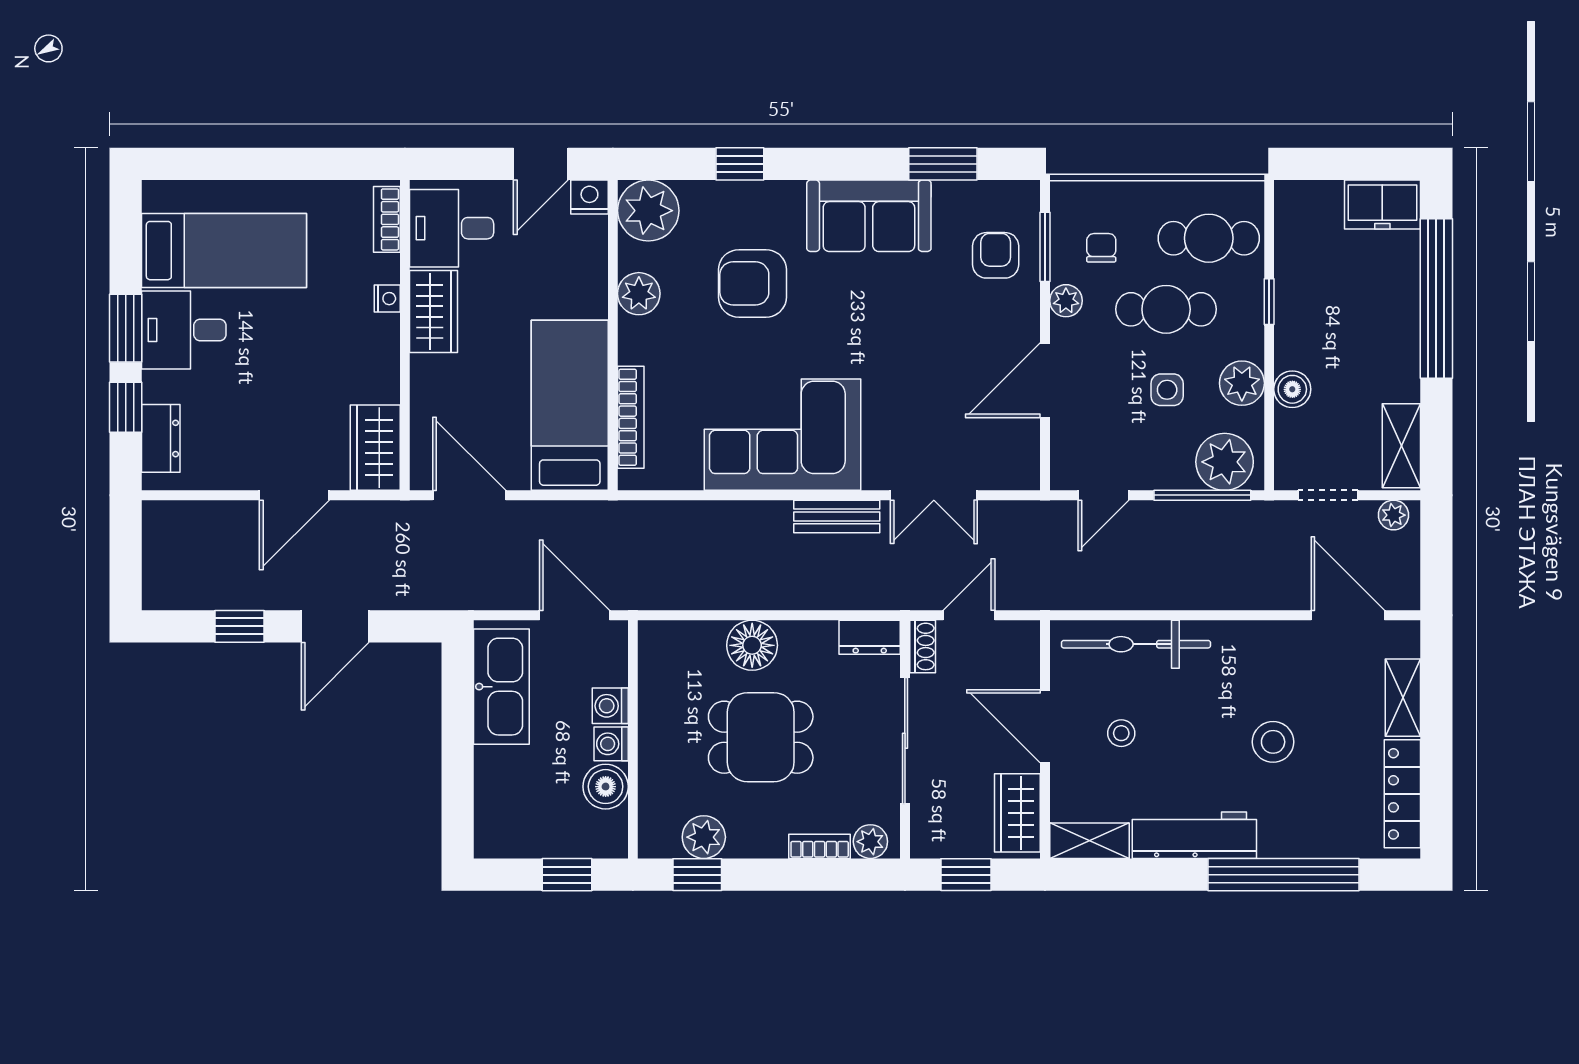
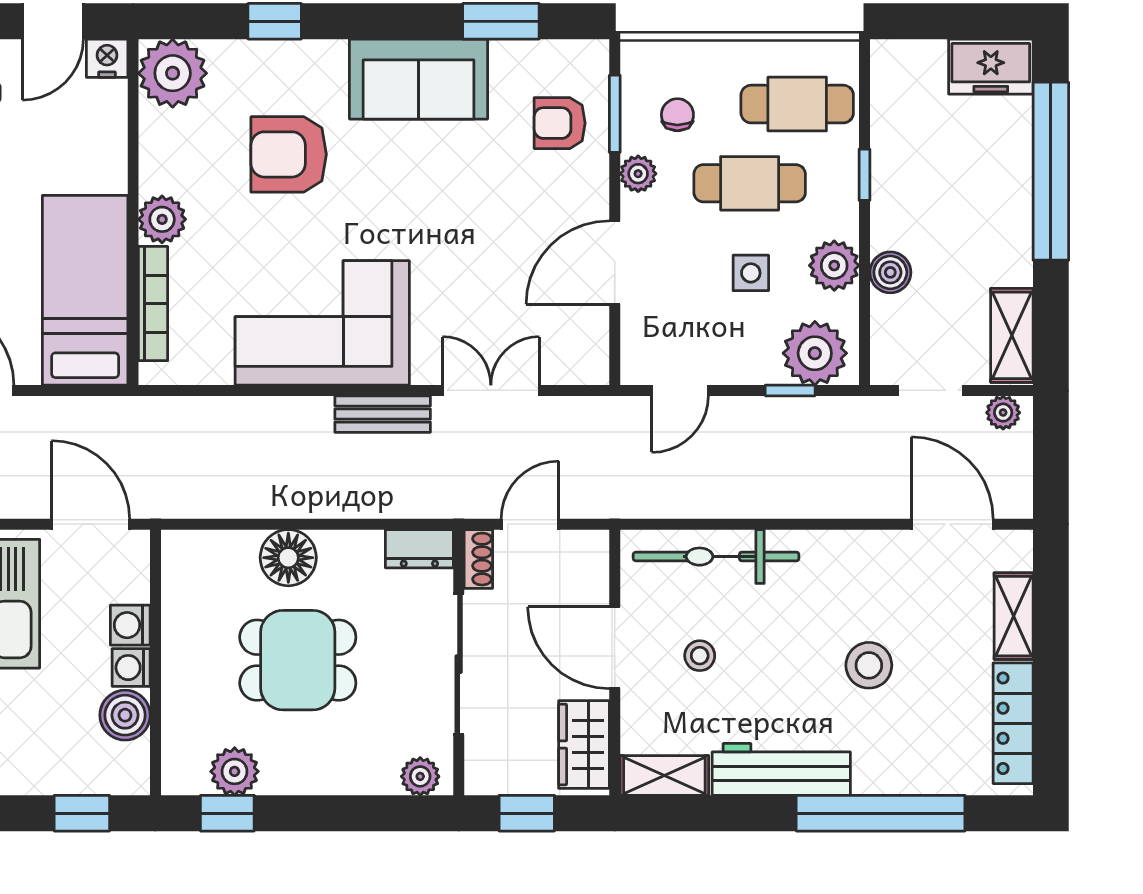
armchair: (996, 255) -> (560, 123), turned -90
plant: (639, 294) -> (162, 219), moved
double door: (934, 495) -> (491, 390), swing flipped
window: (1202, 495) -> (790, 390), width x0.46
bookcase: (820, 846) -> (364, 782), removed

